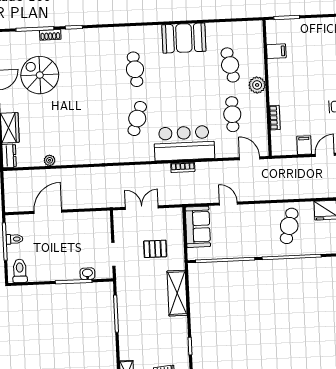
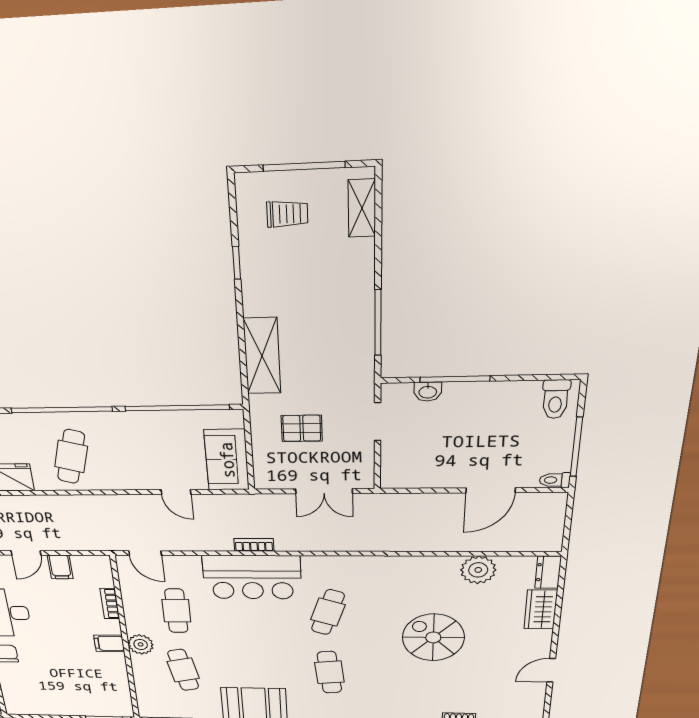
filing cabinet: (276, 51) -> (109, 643), moved
spiral stairs: (40, 75) -> (433, 637), moved, turned 180
plant: (50, 160) -> (478, 570), width x1.88, depth x1.88
toilet: (14, 239) -> (555, 480), moved

